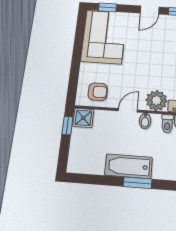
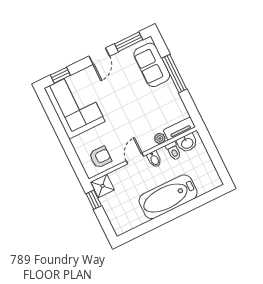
plant: (156, 100) -> (160, 139), width x0.53, depth x0.53
bathtub: (129, 166) -> (168, 197), width x1.36, depth x1.36
window: (138, 183) -> (177, 212), removed

